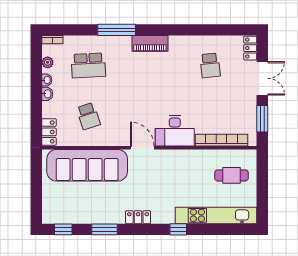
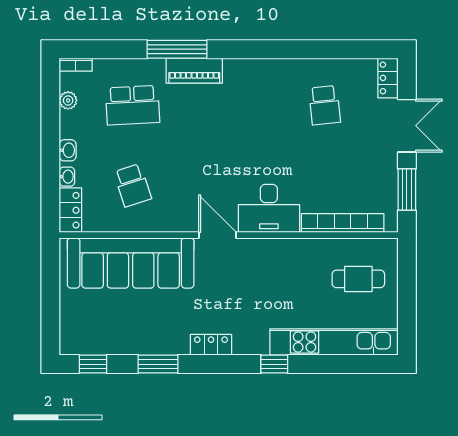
piano: (150, 43) -> (194, 71), moved
washbasin: (47, 80) -> (67, 177), moved

